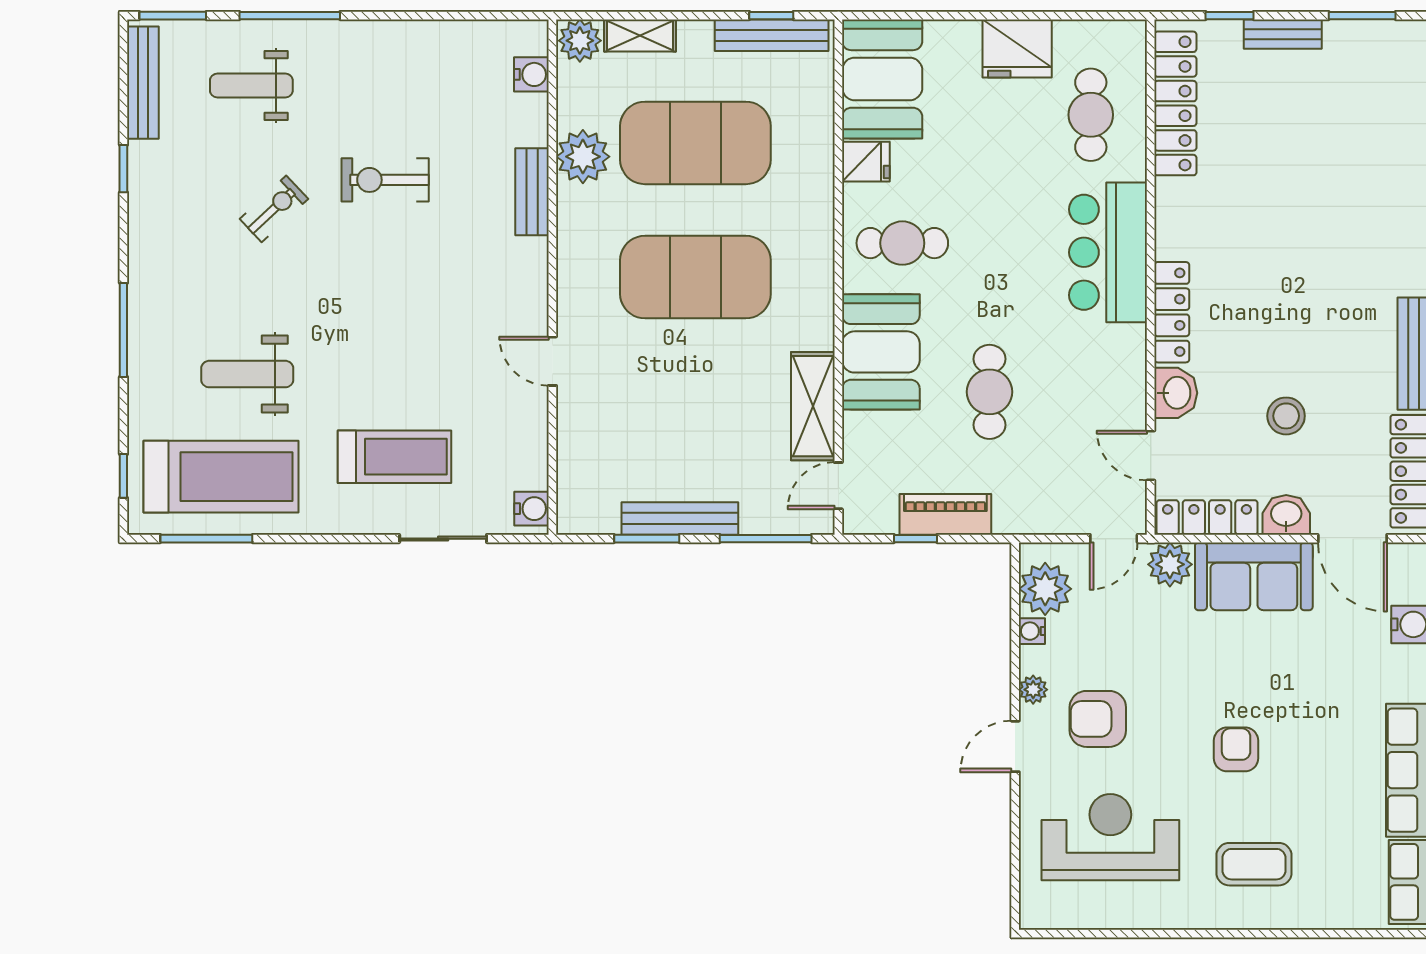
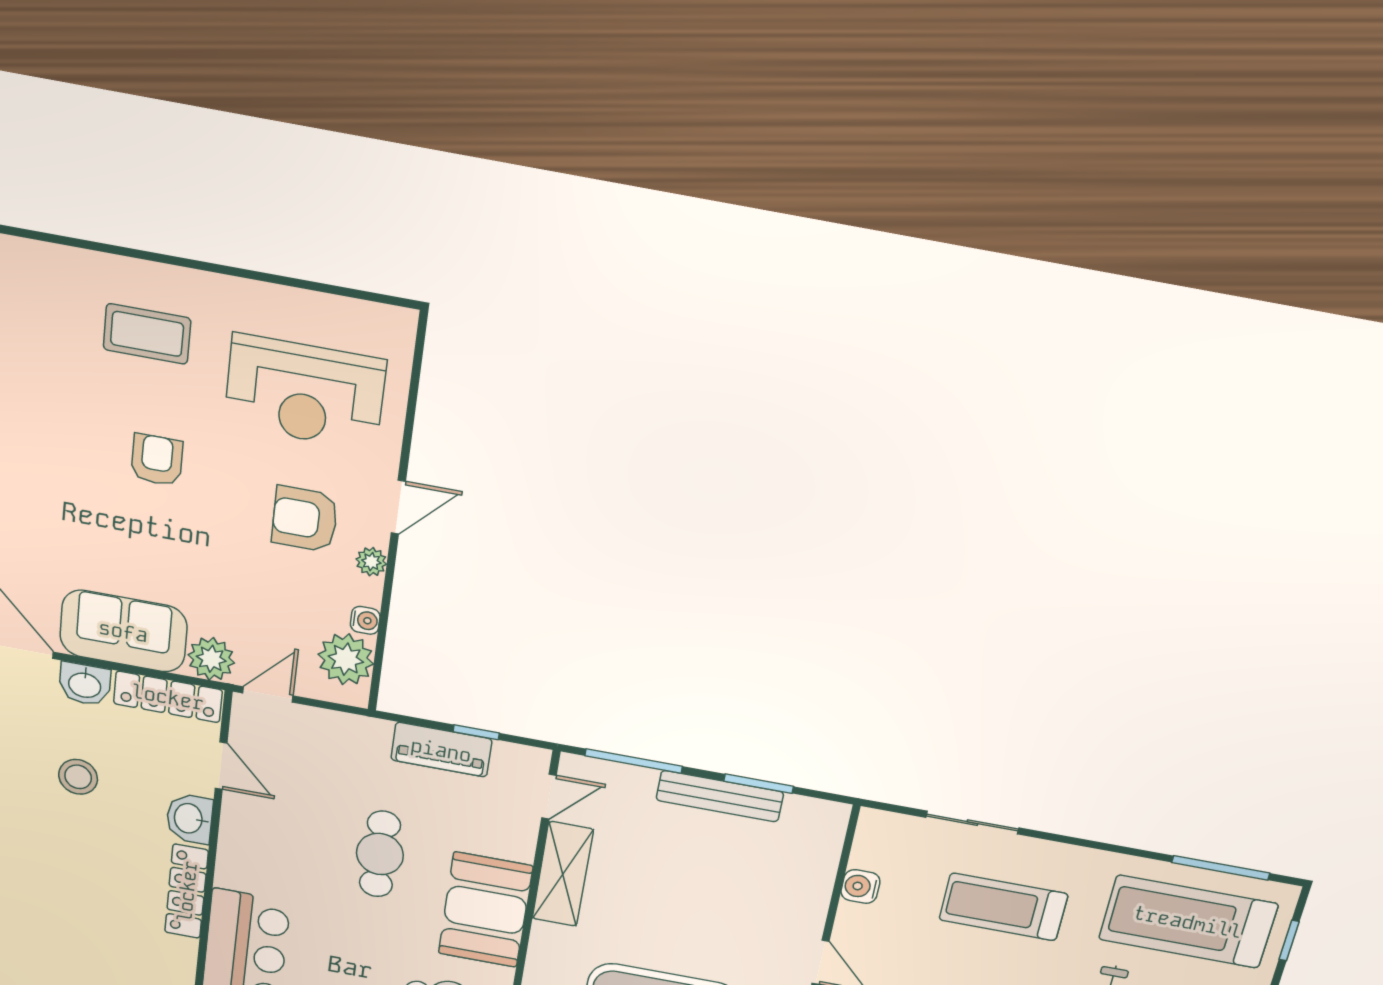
water cooler: (532, 509) -> (860, 887), moved
armchair: (1098, 719) -> (305, 519), turned 180
armchair: (1236, 749) -> (157, 460), turned 180

